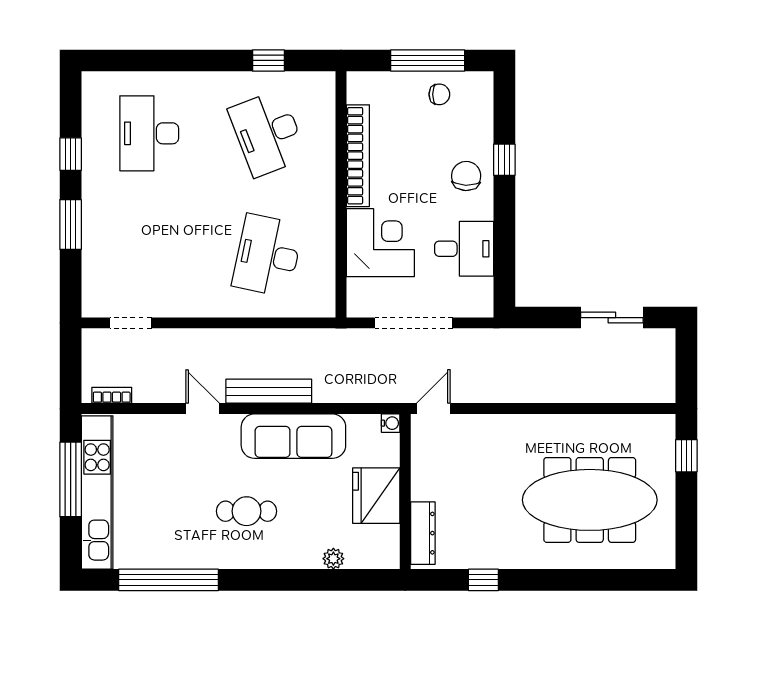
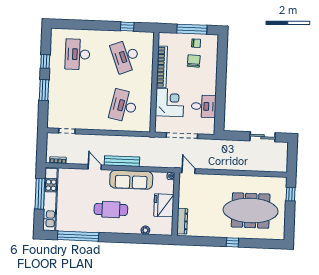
window: (504, 160) -> (221, 71), removed
chair: (466, 176) -> (194, 61), moved
door: (433, 409) -> (188, 171), hinge flipped
cafe table: (247, 511) -> (111, 209), width x1.37, depth x1.35
window: (483, 580) -> (232, 242), moved

